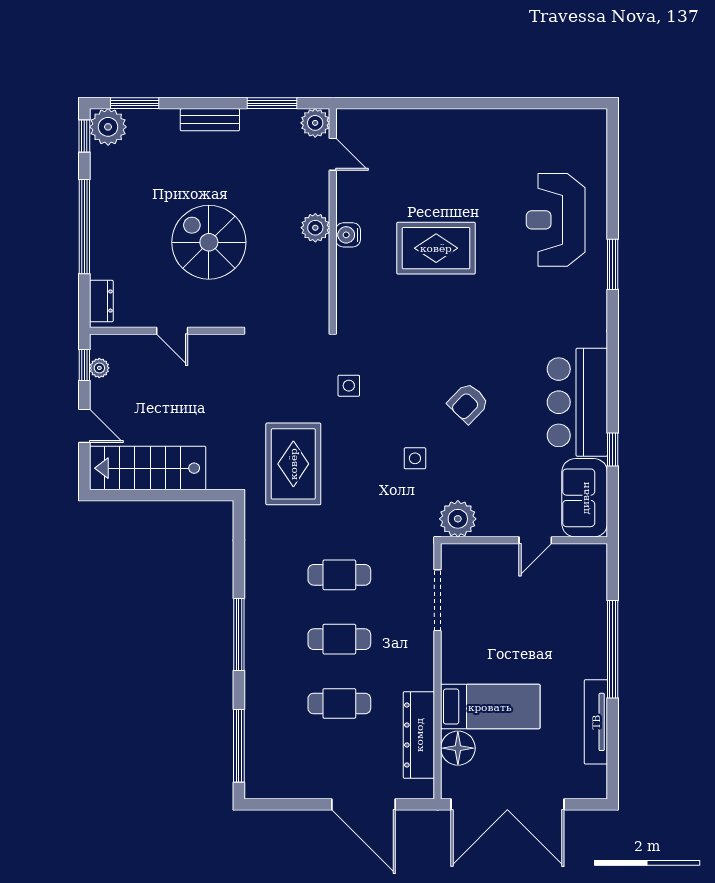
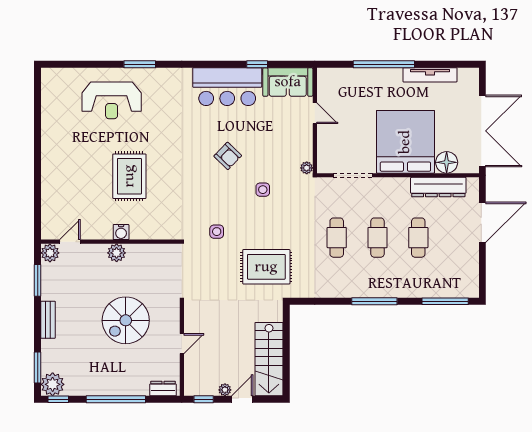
plant: (99, 368) -> (225, 390), moved
plant: (458, 519) -> (307, 168), width x0.53, depth x0.53
bed: (490, 707) -> (405, 142), width x2.04

